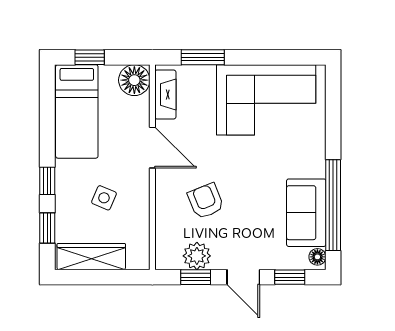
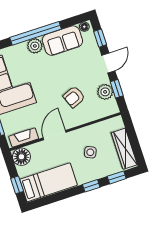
plant: (312, 164) -> (35, 46), added
window: (333, 205) -> (36, 33), moved

